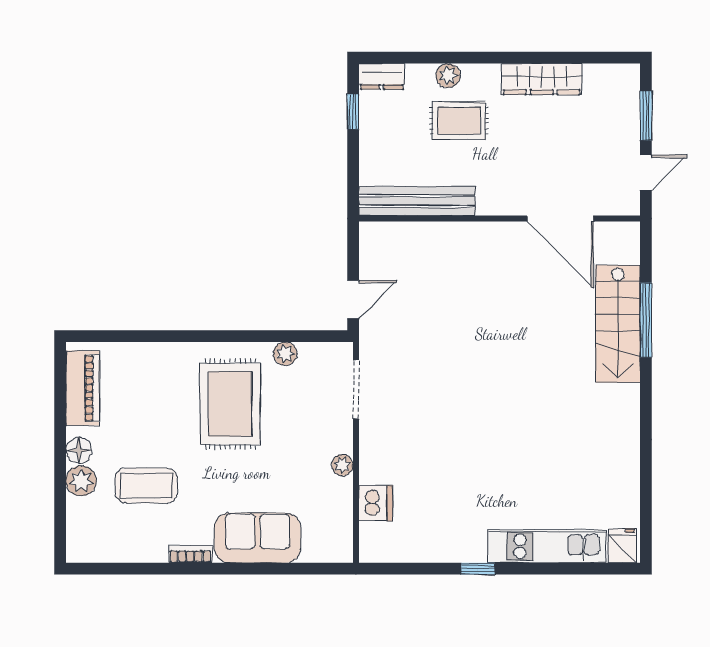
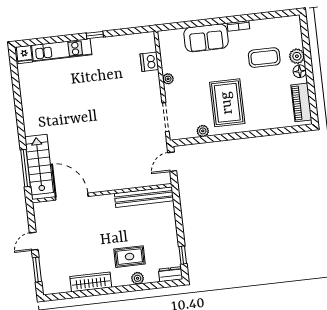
bench: (417, 201) -> (144, 197), moved
wall: (499, 218) -> (102, 193), moved
door: (560, 218) -> (72, 197), moved

